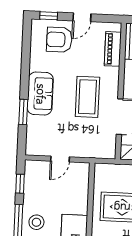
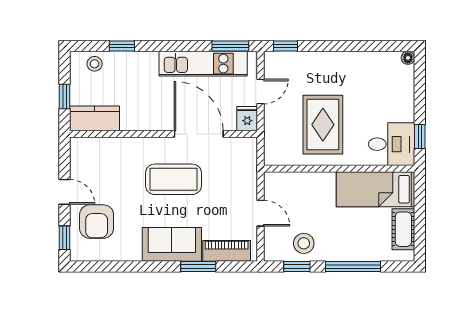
piano: (113, 49) -> (227, 251), moved, turned 180
stool: (36, 222) -> (304, 243), moved

